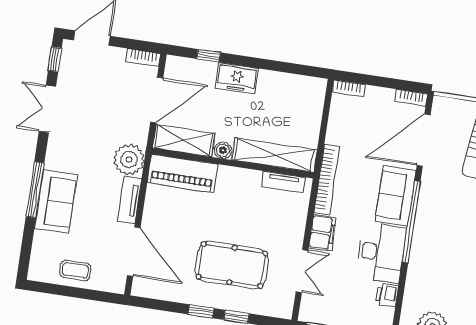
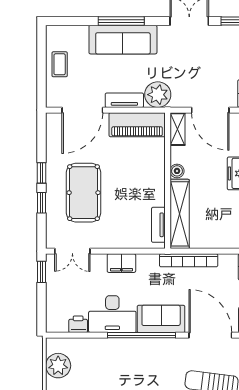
shelving: (184, 141) -> (178, 129), width x0.67, depth x0.75
piano: (182, 173) -> (137, 125), moved, turned -90
bookcase: (327, 180) -> (189, 260), moved
sofa: (56, 202) -> (123, 40), width x1.36
double door: (302, 271) -> (72, 251), moved

